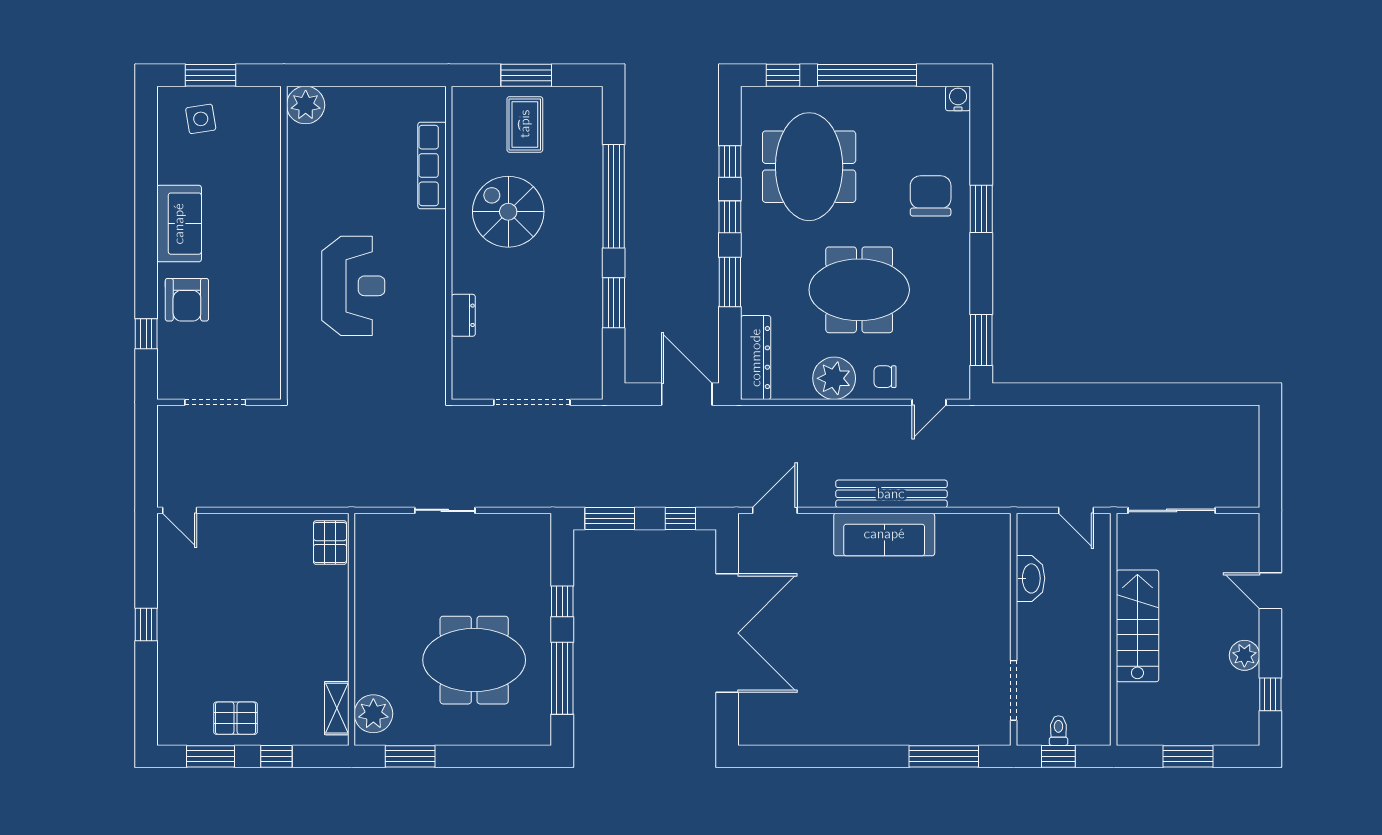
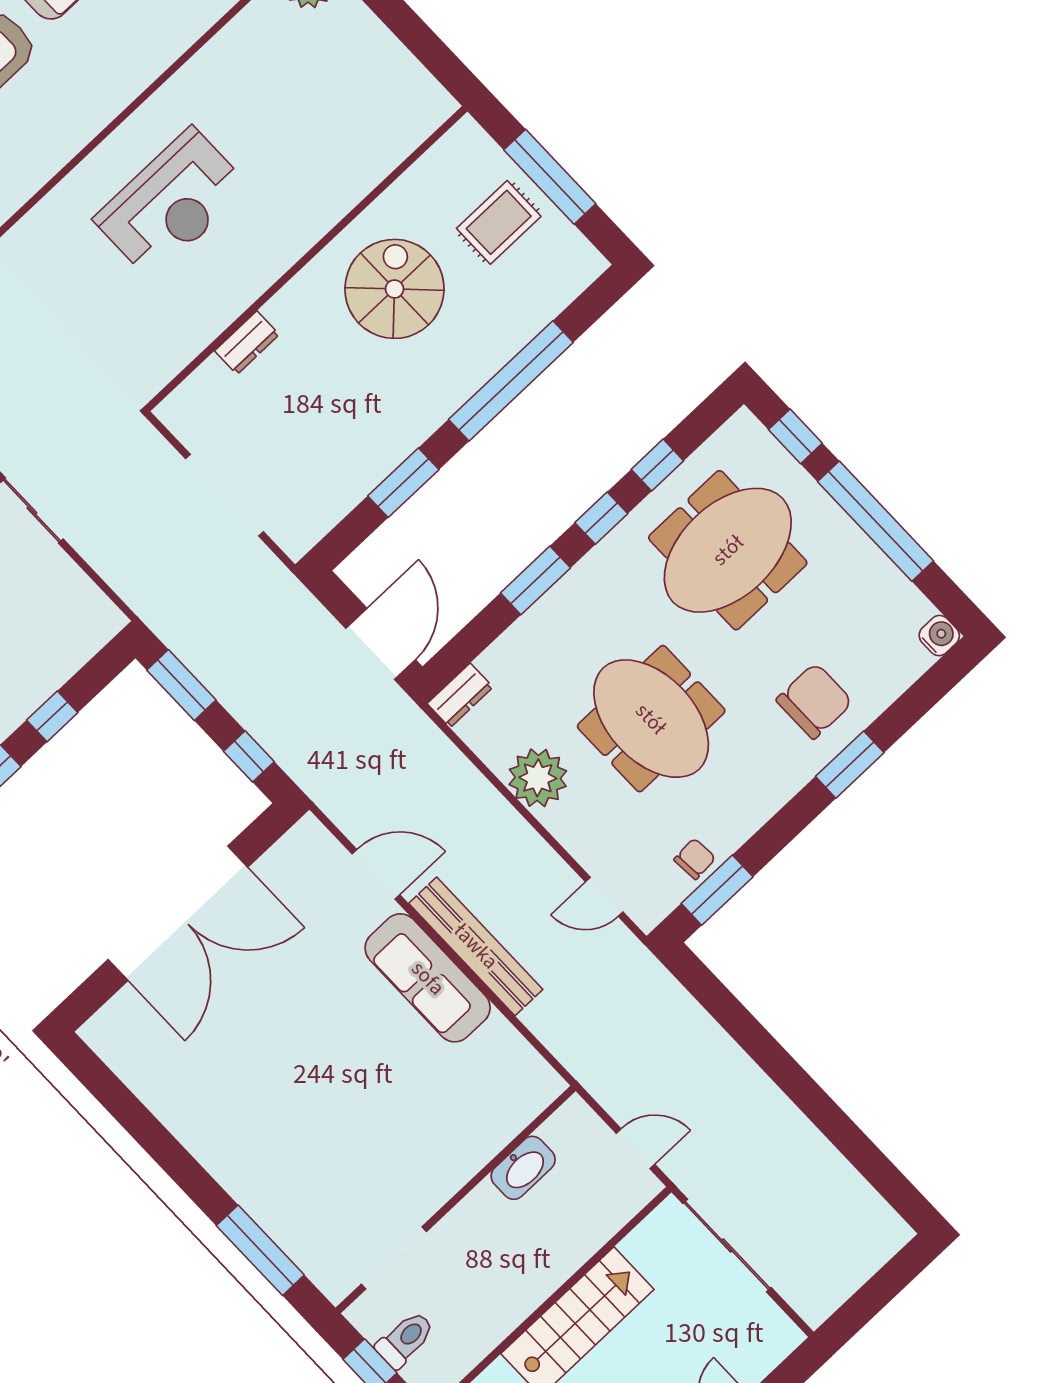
window: (526, 75) -> (550, 177), width x1.44
row of seats: (432, 165) -> (368, 168), removed
dresser: (756, 358) -> (460, 695), width x0.51, depth x0.80
chair: (885, 377) -> (695, 859), moved, turned 86
door: (775, 510) -> (376, 874), moved
door: (1076, 510) -> (635, 1149), swing flipped
toilet: (1058, 731) -> (405, 1340), width x1.37, depth x1.39

